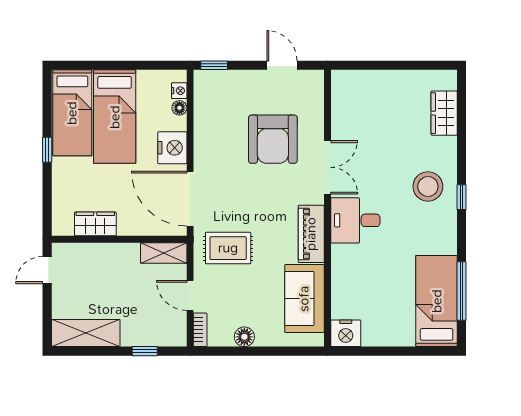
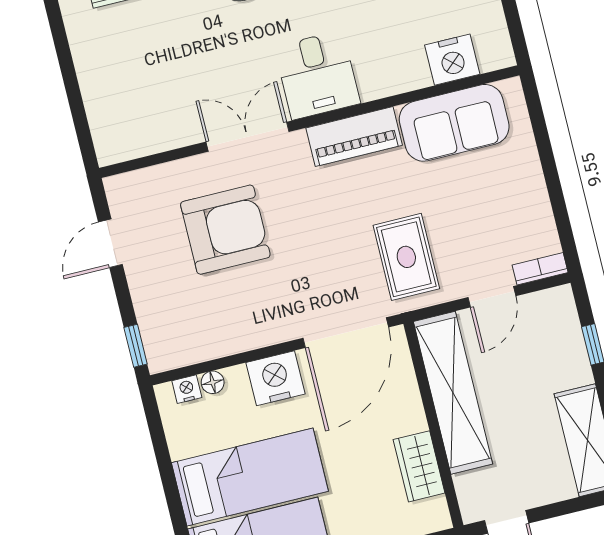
shelving: (164, 253) -> (453, 393), width x2.20, depth x1.33
nightstand: (346, 333) -> (452, 60), moved, turned 90
floor lamp: (244, 337) -> (534, 199), removed

